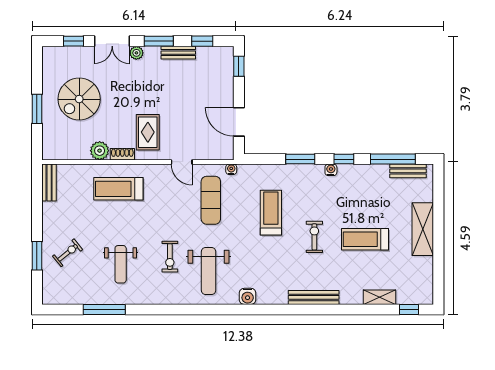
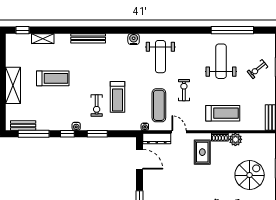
dresser: (214, 152) -> (157, 138), added
exercise bike: (314, 237) -> (97, 105), moved
exercise bike: (170, 257) -> (184, 90), moved
weight bench: (121, 264) -> (221, 61), width x1.36, depth x1.33
weight bench: (209, 271) -> (160, 57), turned 180
window: (104, 309) -> (232, 30), width x1.46

